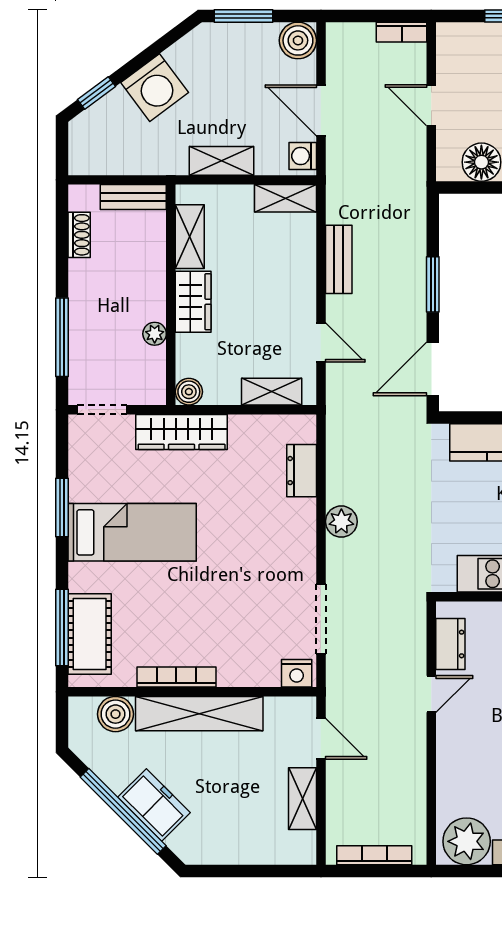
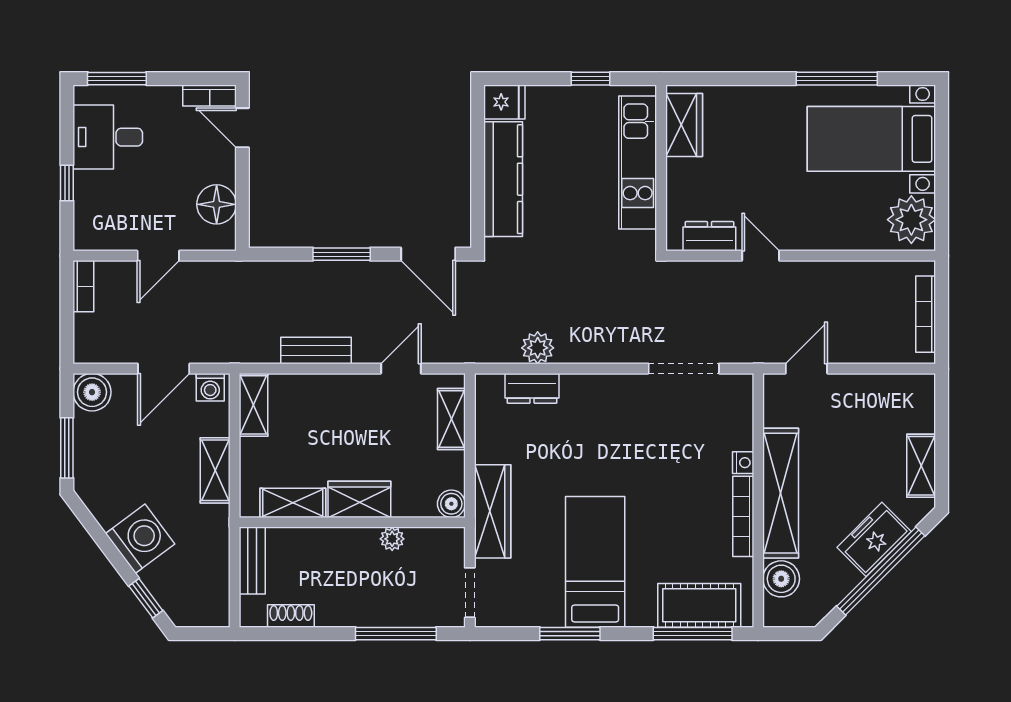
plant: (341, 522) -> (538, 348), moved
nightstand: (297, 673) -> (743, 463), moved, width x0.72, depth x0.74
shelving: (302, 799) -> (921, 466), moved, turned 90

